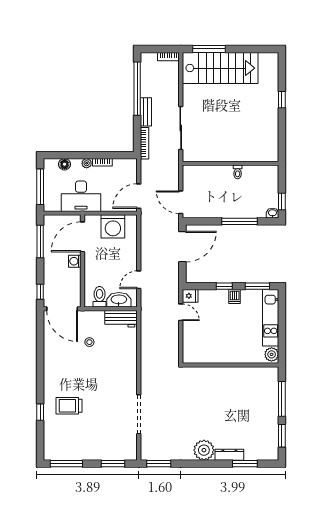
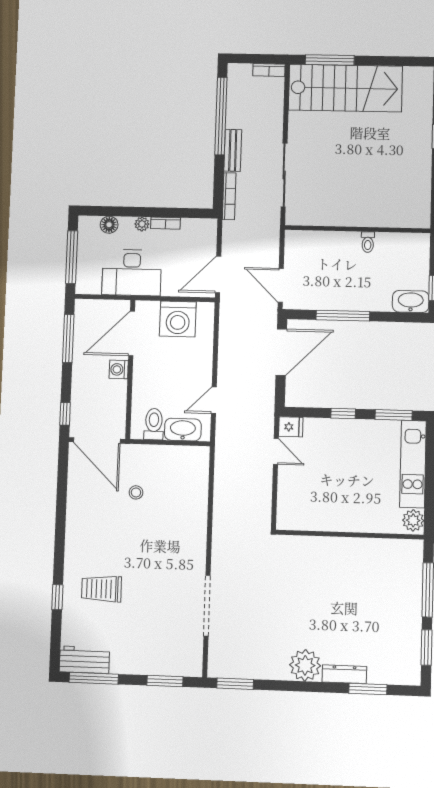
washbasin: (272, 213) -> (411, 301), width x1.91, depth x1.45
window: (240, 221) -> (343, 316), moved
dishwasher: (235, 297) -> (358, 430), removed
workbench: (121, 319) -> (84, 660), moved, turned 180

